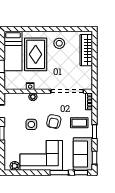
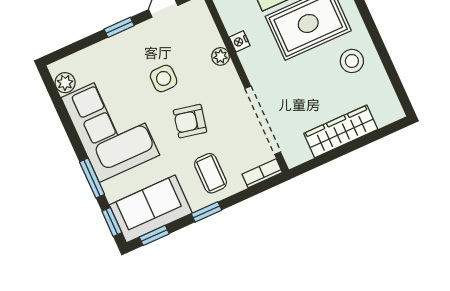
wardrobe: (86, 50) -> (341, 131), moved

